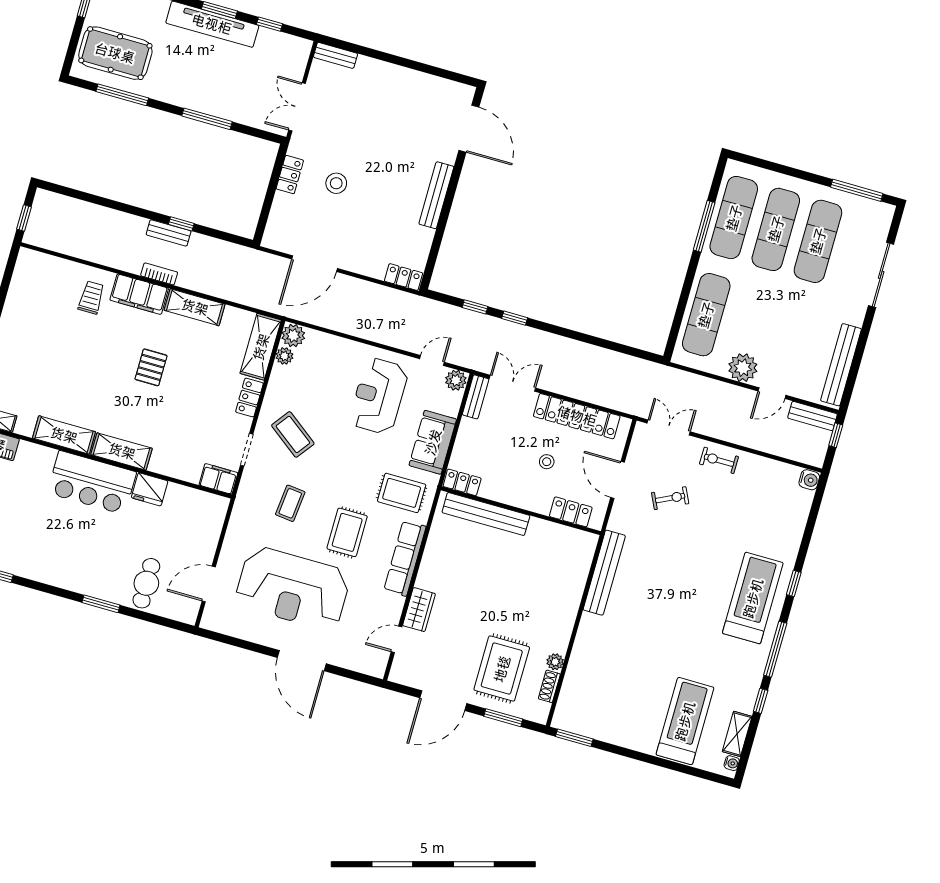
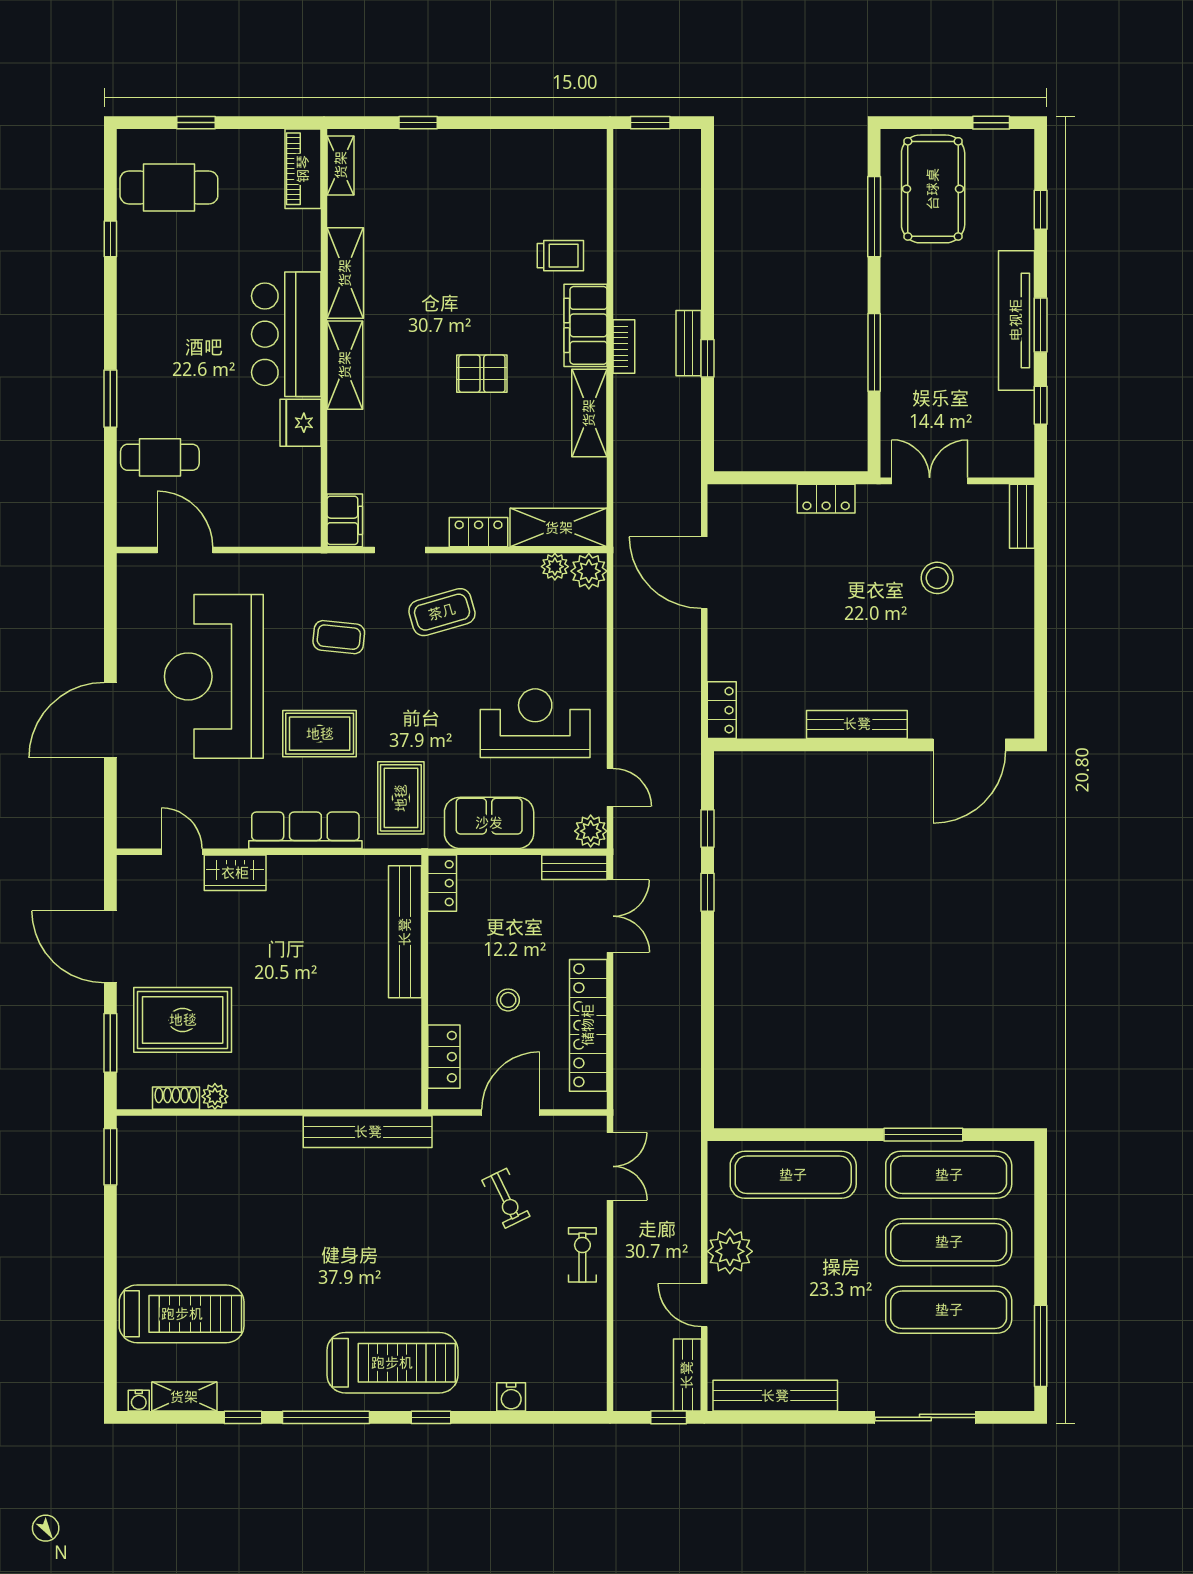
stool: (336, 183) -> (937, 578), moved
coffee table: (293, 434) -> (442, 612), turned 37
water cooler: (809, 480) -> (511, 1397), moved

